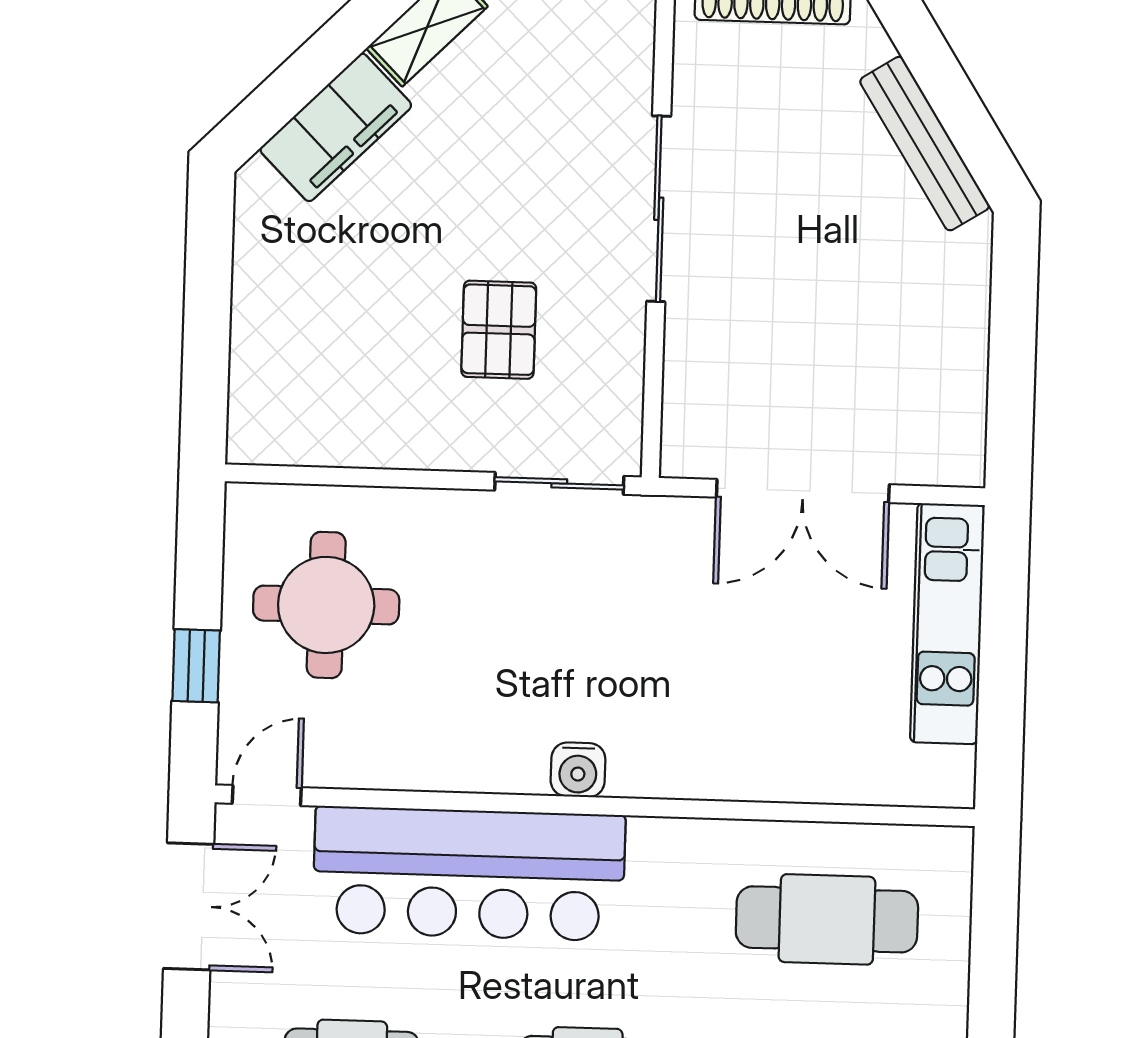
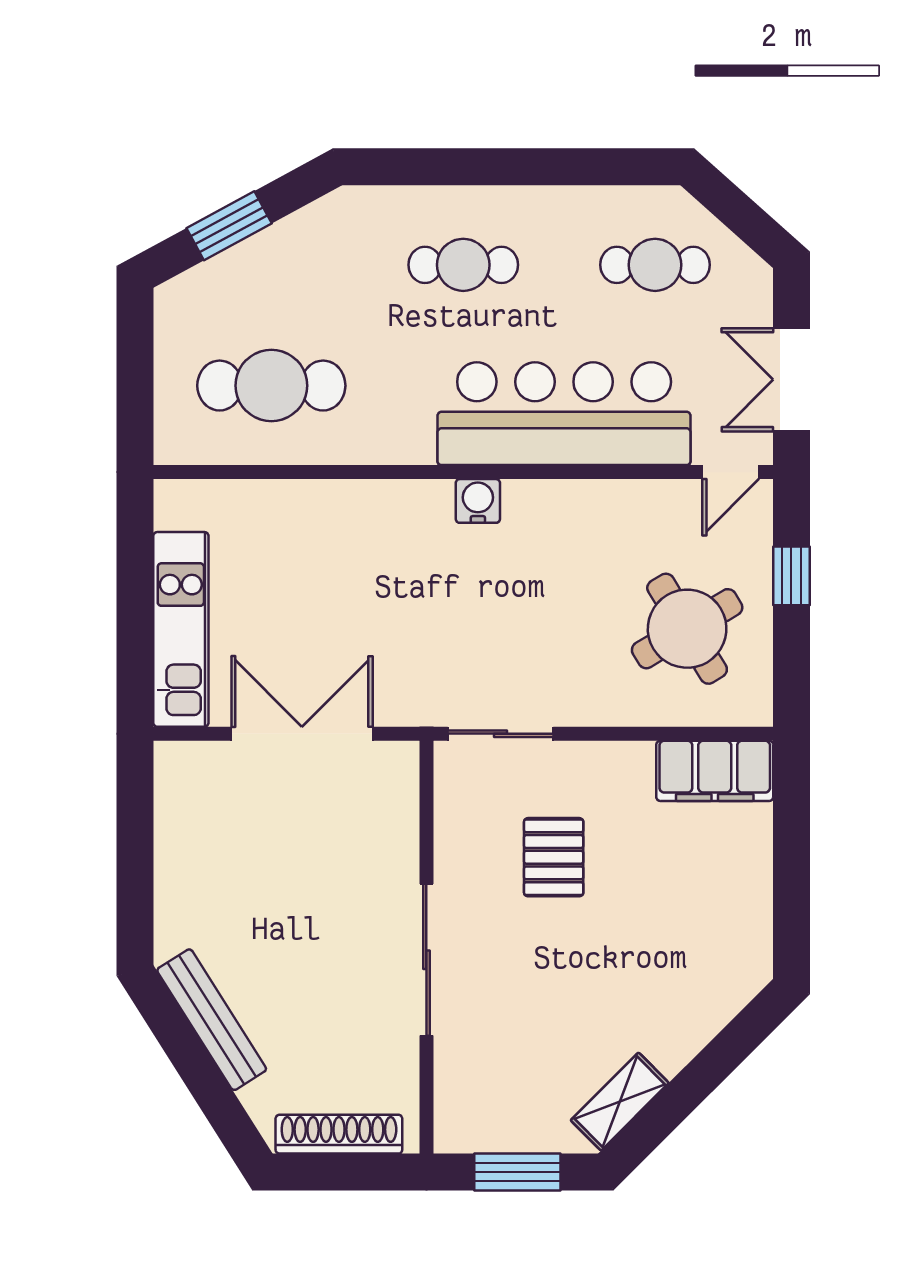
filing cabinet: (336, 127) -> (715, 771), moved, turned -135
round table: (326, 605) -> (687, 629), turned -31

